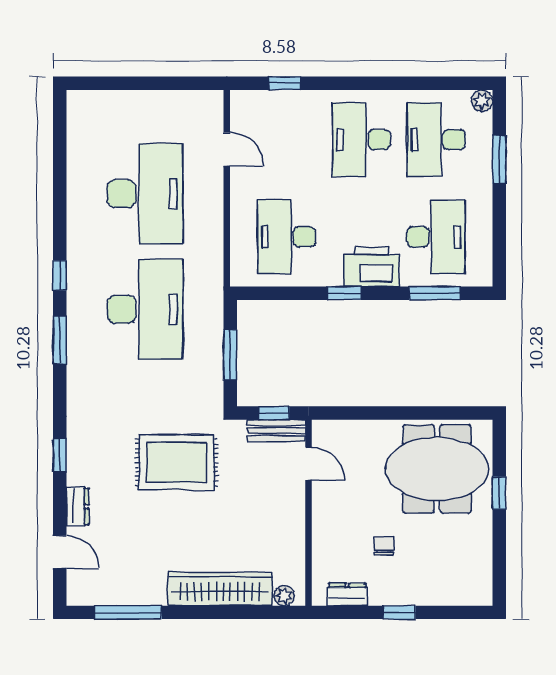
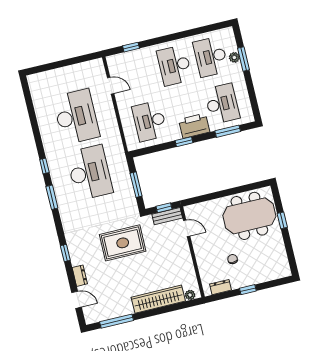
plant: (482, 101) -> (234, 57), moved

